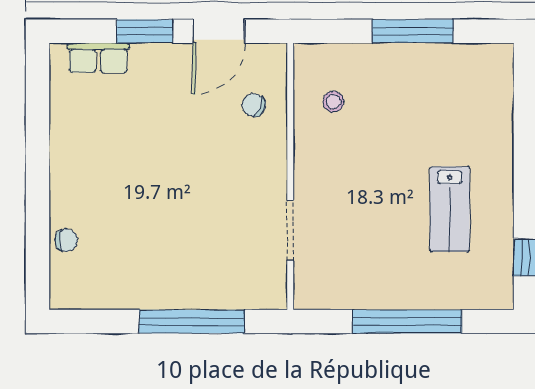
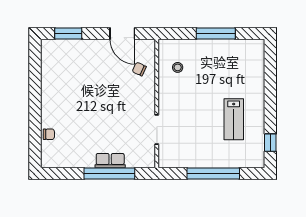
window: (145, 31) -> (68, 33), moved
door: (219, 31) -> (122, 33), hinge flipped
row of seats: (98, 58) -> (110, 161), moved, turned 180

